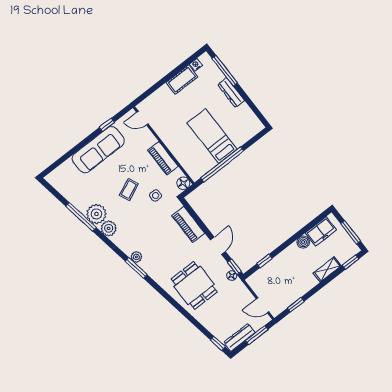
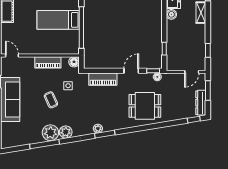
door: (142, 118) -> (12, 56), swing flipped
door: (218, 246) -> (131, 71), hinge flipped

